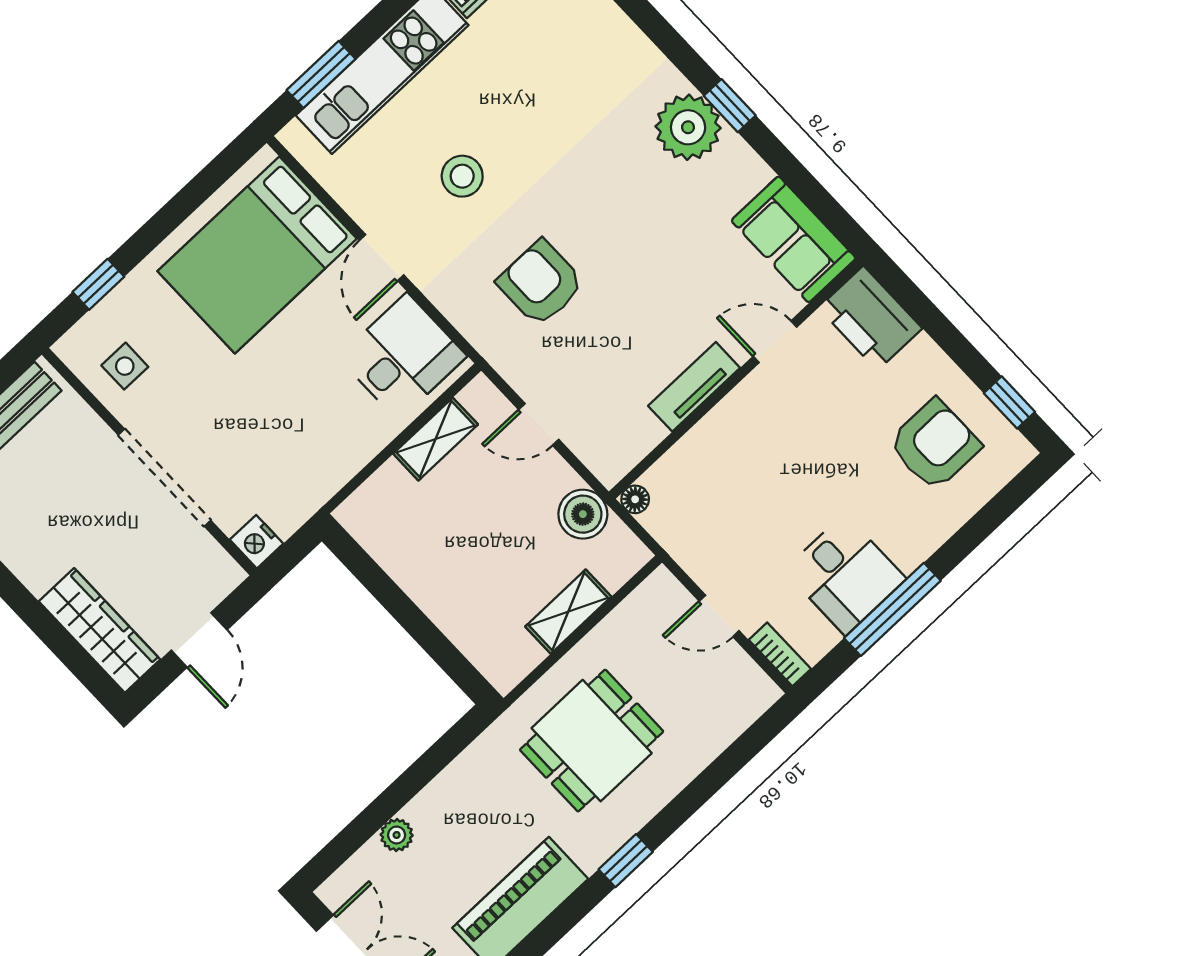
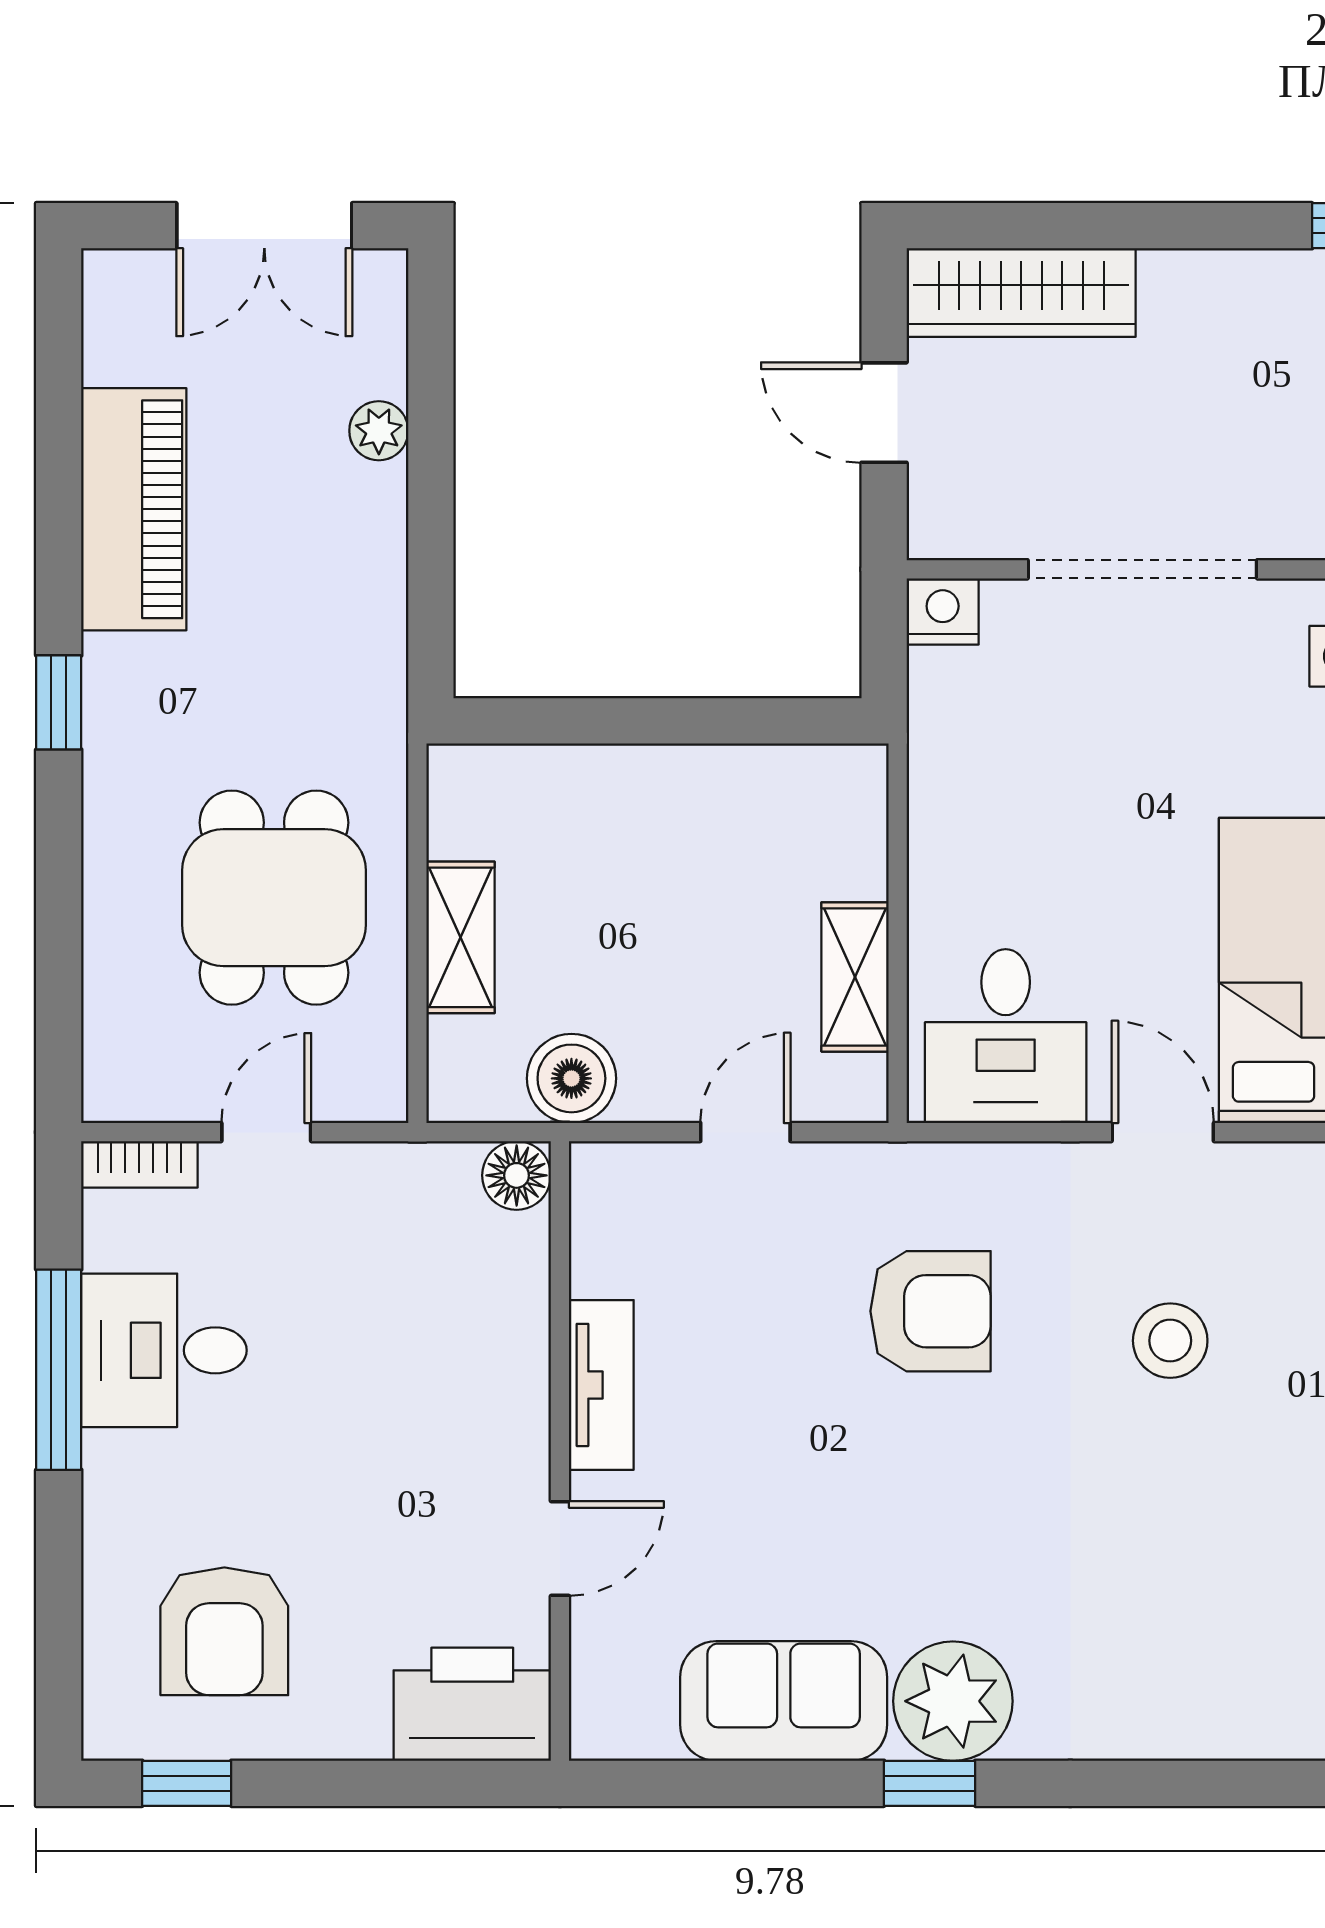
sofa: (794, 239) -> (784, 1701), moved
floor lamp: (635, 499) -> (517, 1175), width x1.37, depth x1.37
dining table: (592, 741) -> (274, 898), moved

